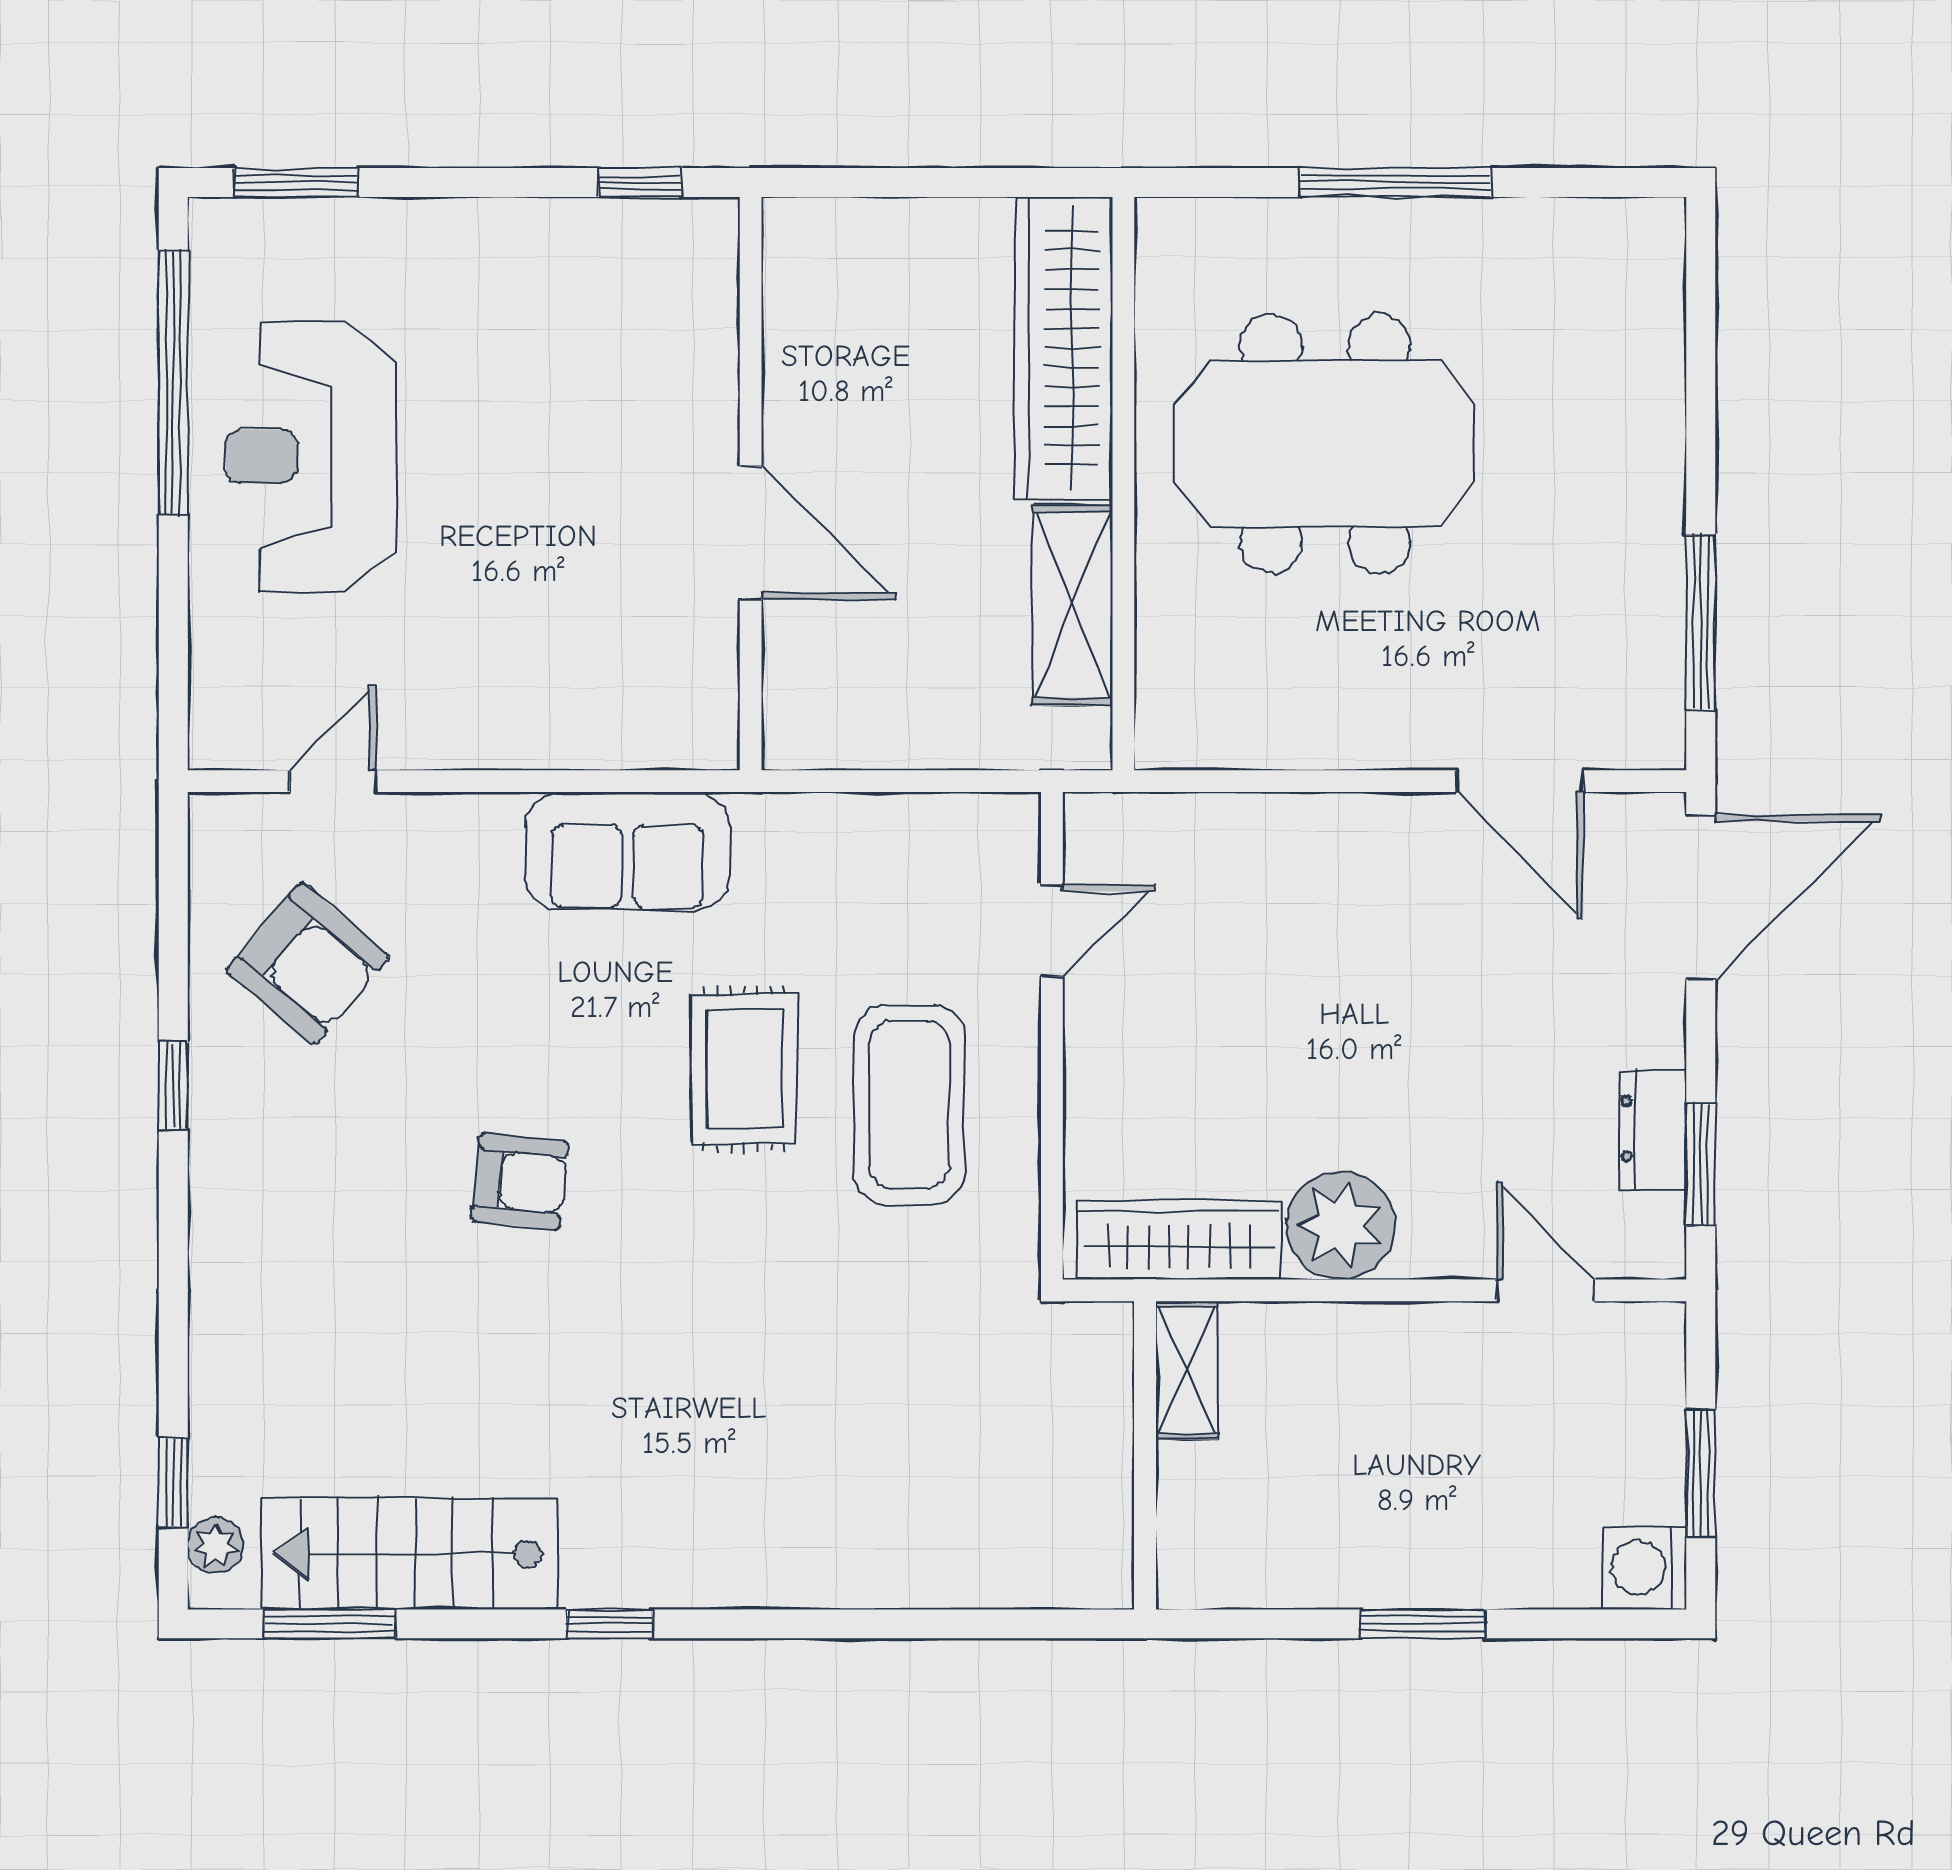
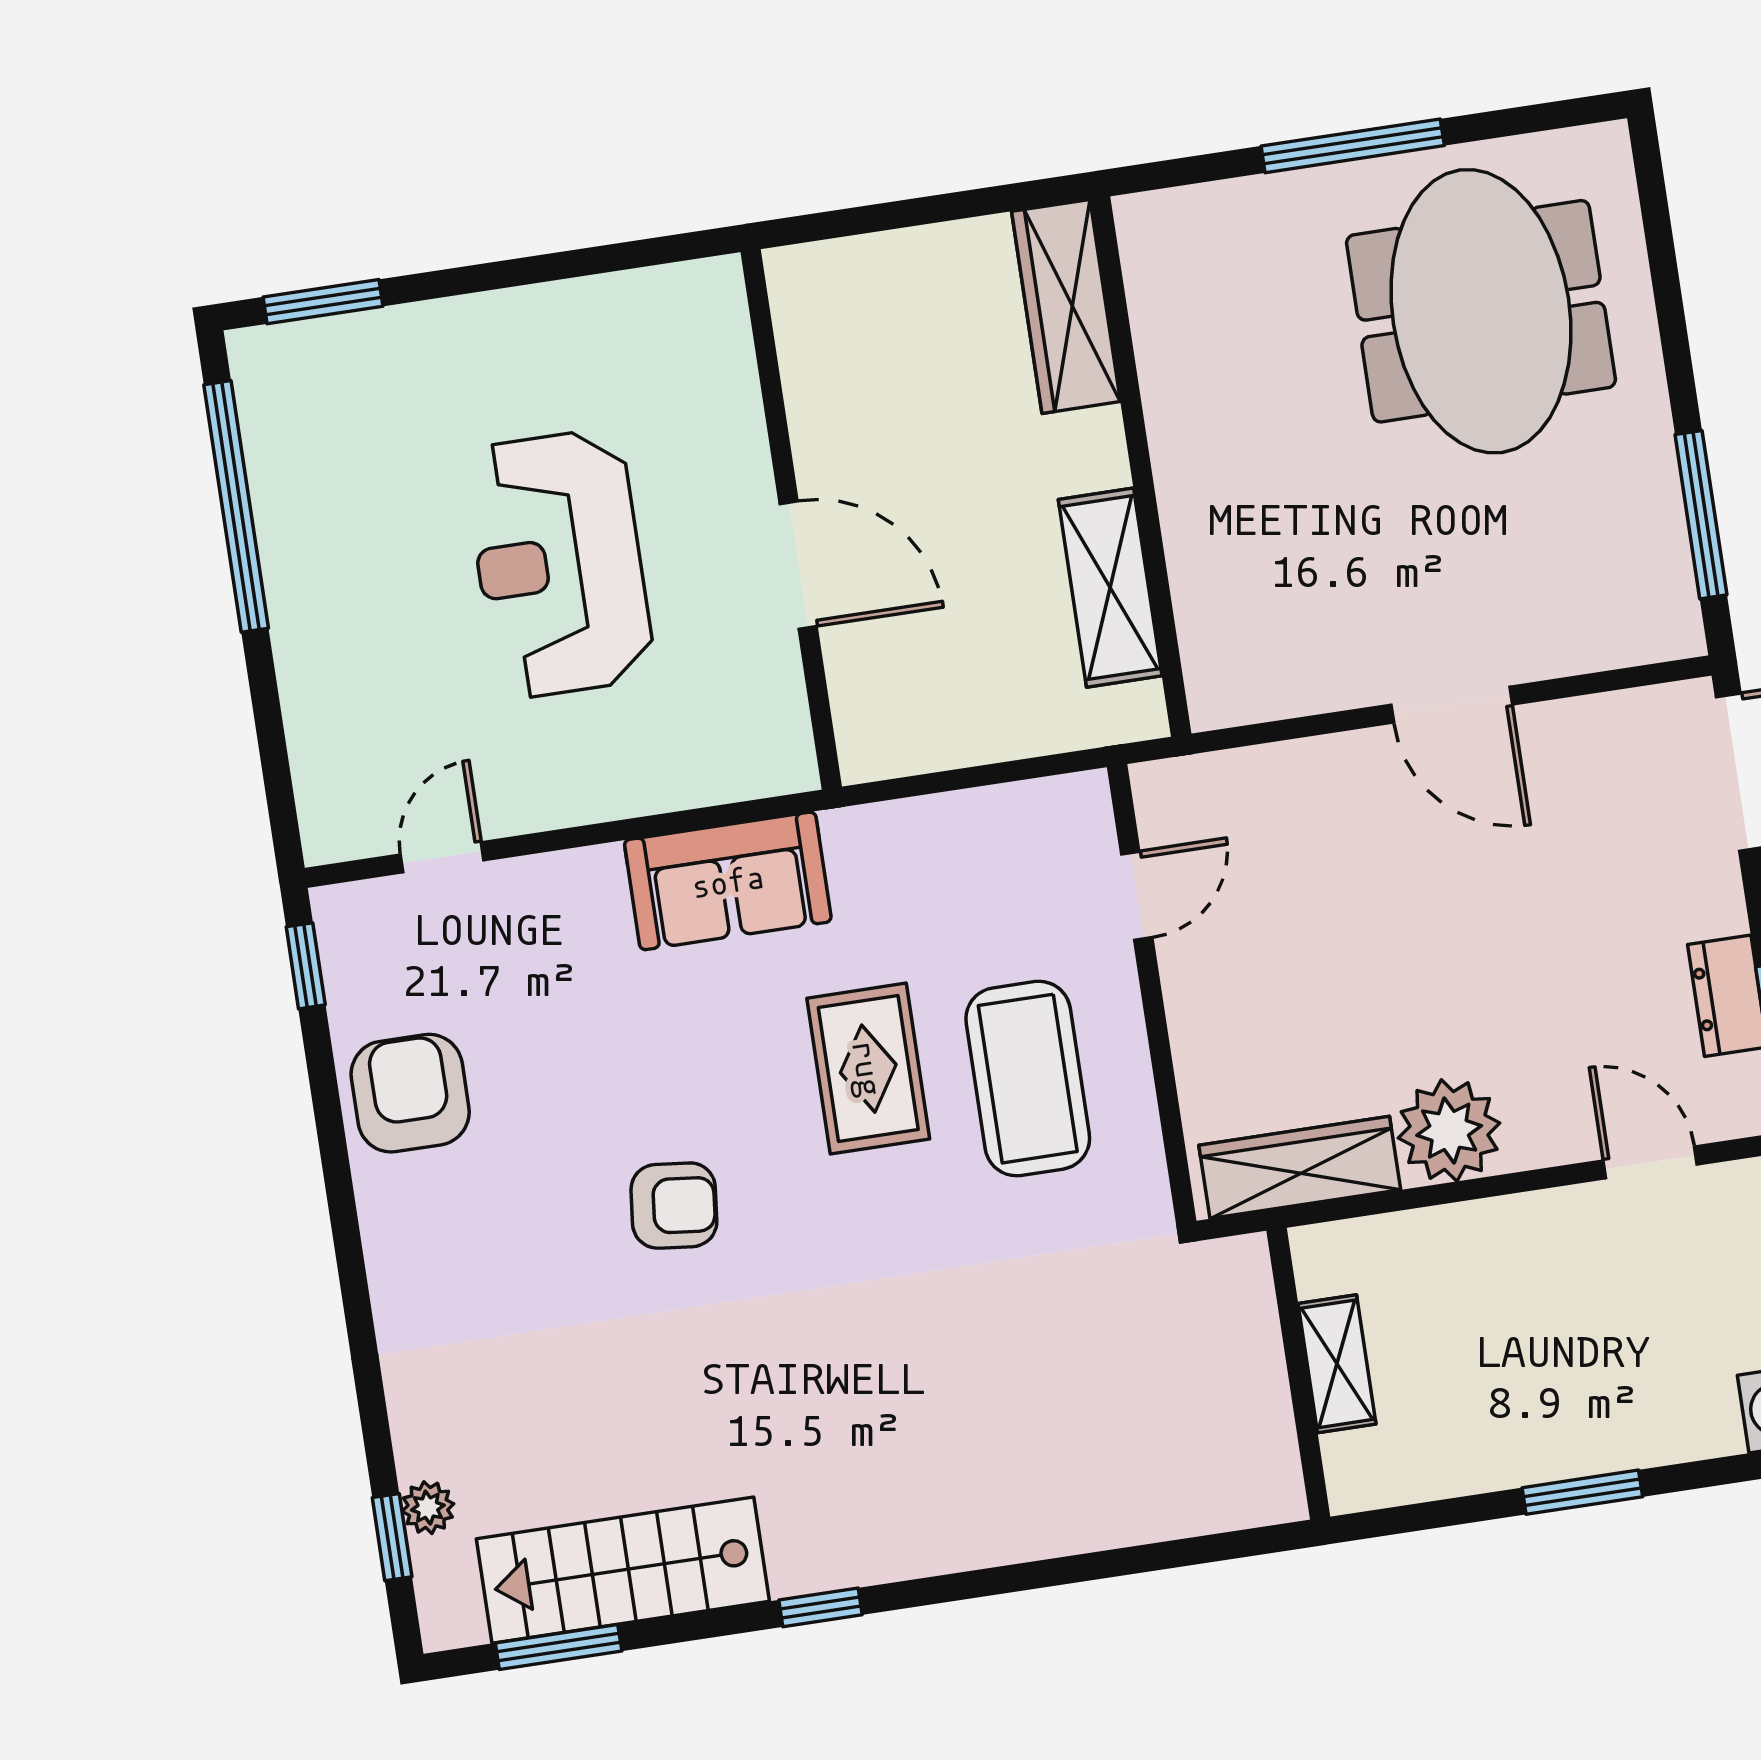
window: (640, 182) -> (645, 253), removed
wardrobe: (1064, 348) -> (1066, 306), width x0.71, depth x0.85
meeting table: (1325, 444) -> (1481, 311), moved, turned 90
reception desk: (311, 456) -> (559, 564), moved
door: (1520, 781) -> (1452, 705), moved
armchair: (308, 964) -> (410, 1093), moved, turned -130
window: (173, 1085) -> (306, 966), moved
shelving: (1187, 1370) -> (1337, 1364), moved
plant: (215, 1545) -> (428, 1508), moved

